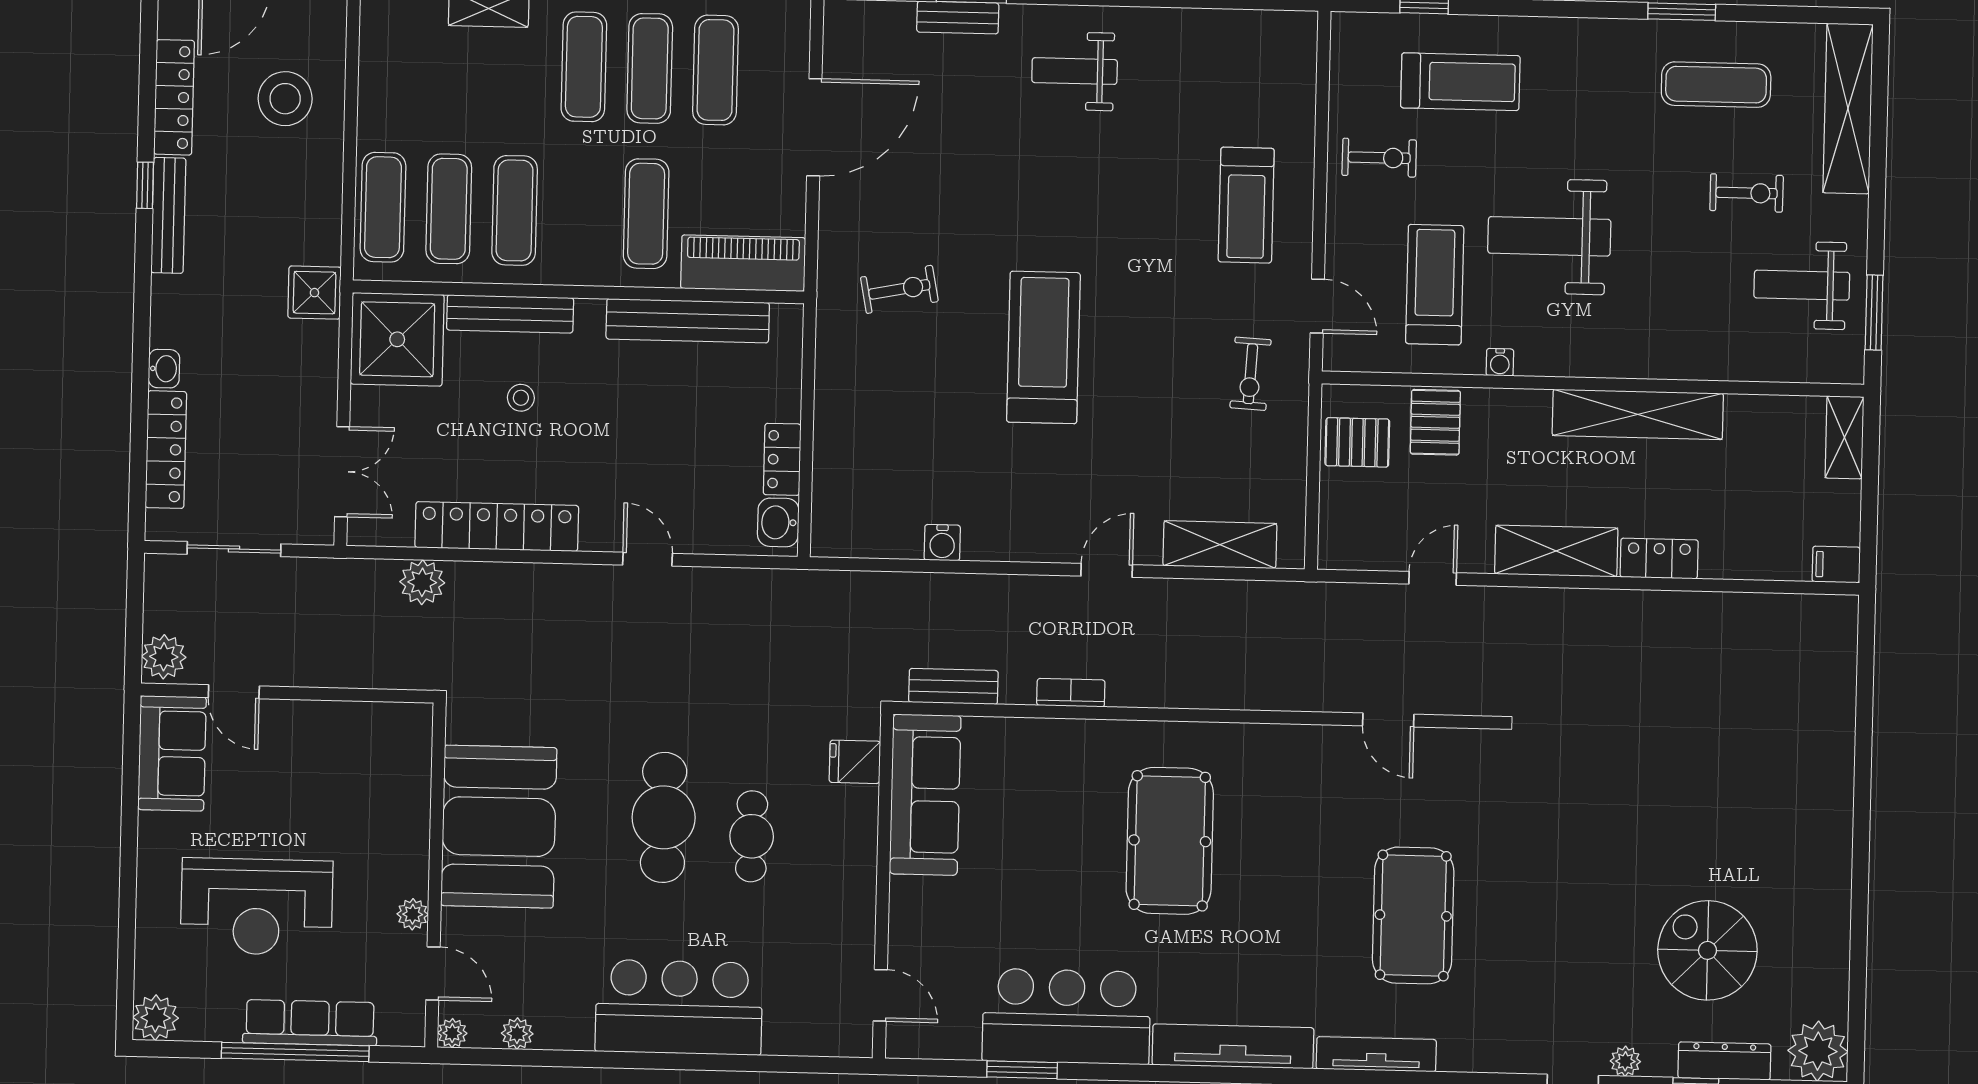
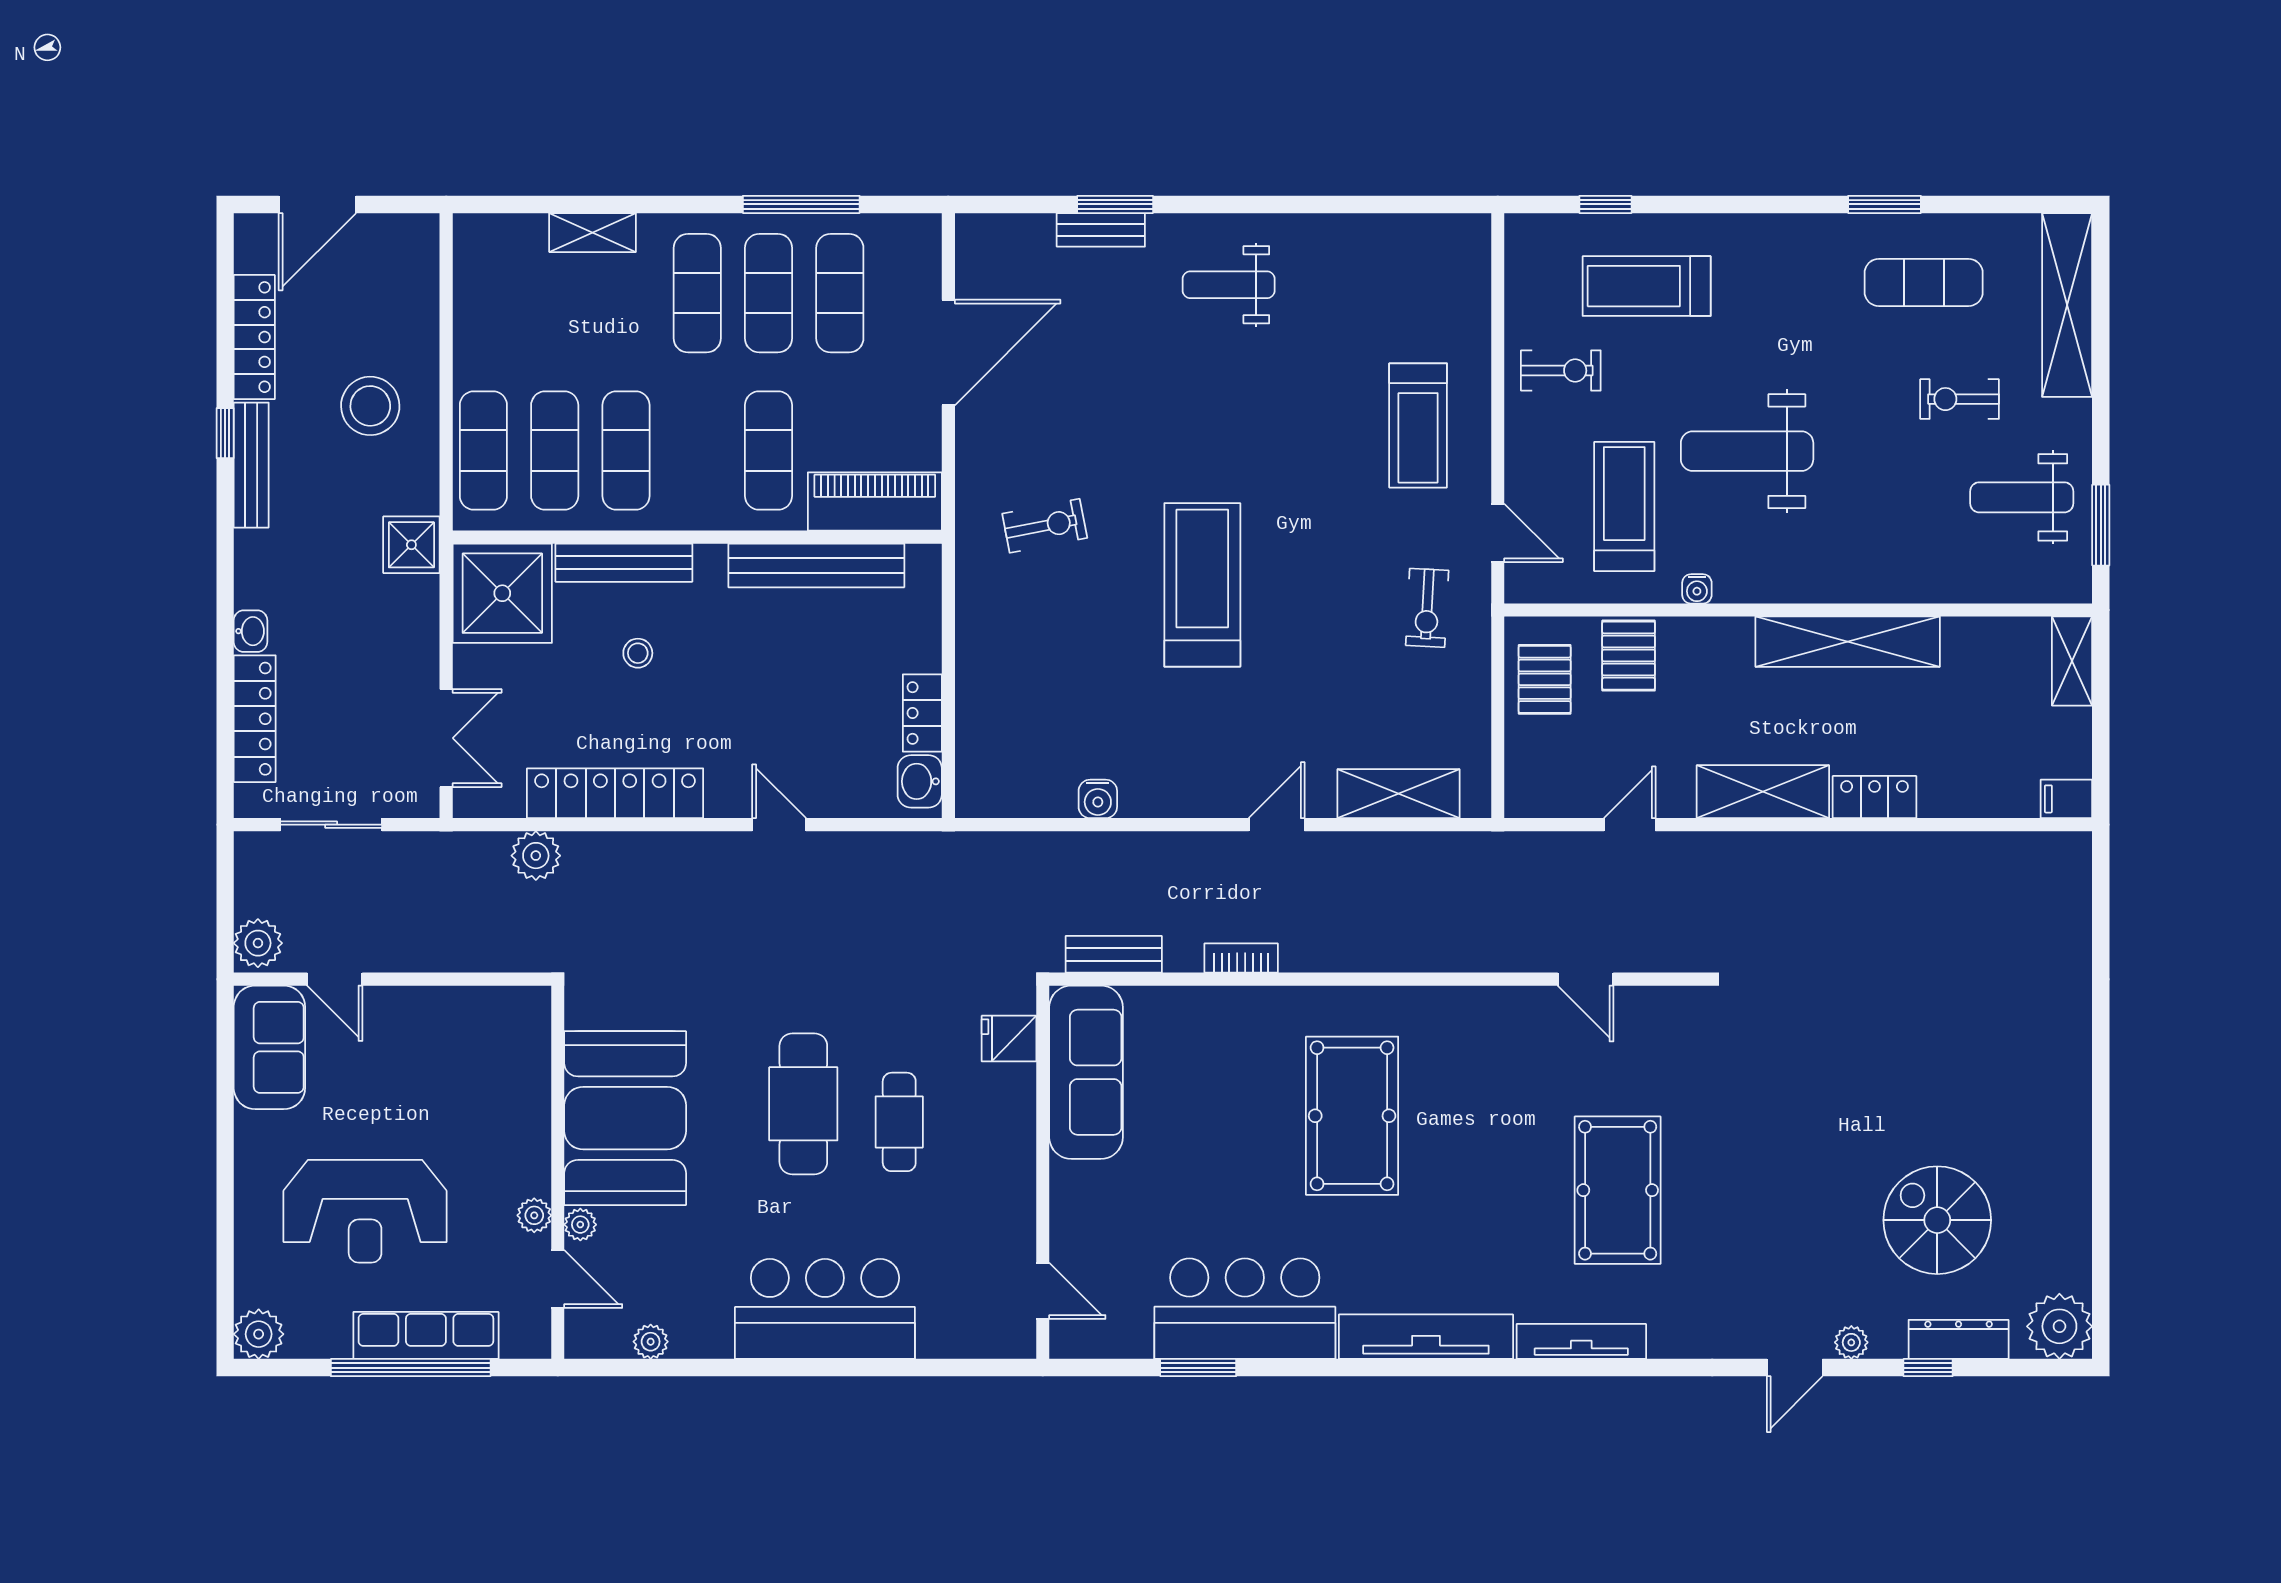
treadmill: (1460, 82) -> (1647, 286), turned 180
stool: (285, 99) -> (370, 406), moved
exercise bike: (1747, 193) -> (1960, 399), turned 180
pallet: (1357, 442) -> (1545, 679), turned 90
plant: (452, 1033) -> (580, 1225), moved

